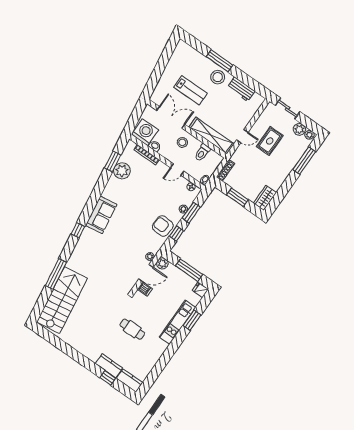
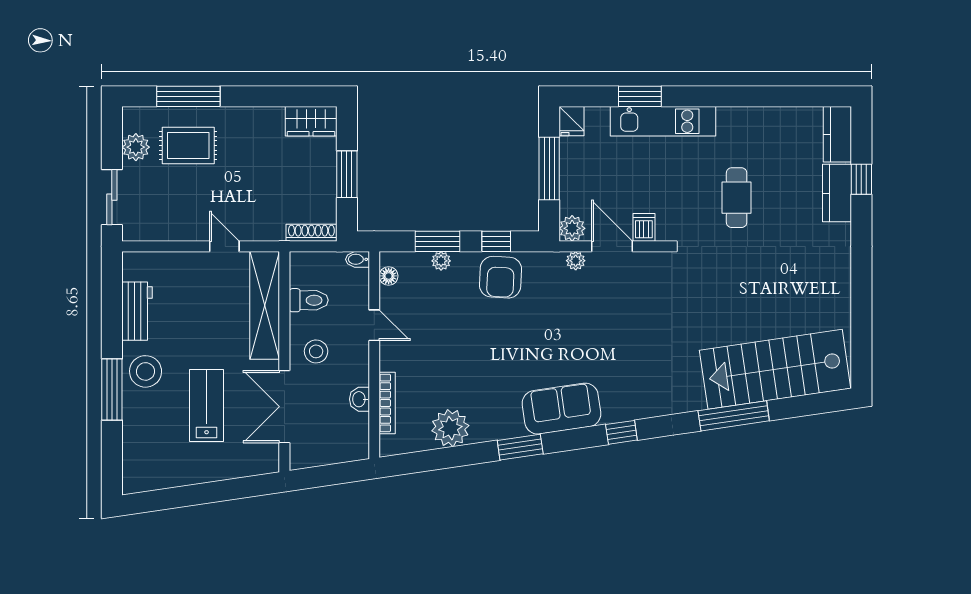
washing machine: (145, 132) -> (347, 436), removed
plant: (309, 135) -> (133, 121), removed
rug: (270, 141) -> (188, 146), moved
window: (113, 161) -> (520, 447), moved

